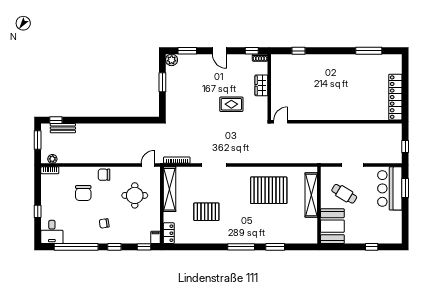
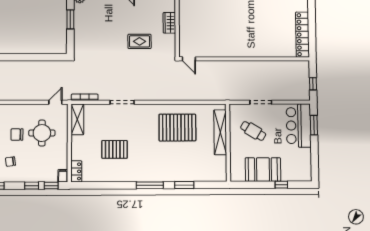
door: (281, 122) -> (189, 59), swing flipped
chair: (104, 175) -> (17, 135), moved
shelving: (170, 189) -> (77, 119), width x0.68
booth: (332, 226) -> (263, 169), moved, turned 90
window: (114, 247) -> (32, 186), moved

